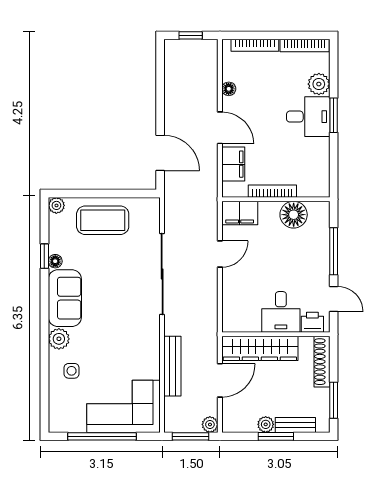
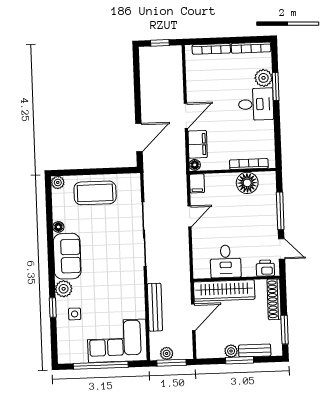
floor lamp: (229, 89) -> (195, 165), moved
window: (334, 115) -> (276, 86), moved
door: (220, 128) -> (186, 116), hinge flipped
door: (160, 153) -> (139, 137), hinge flipped
bookcase: (272, 191) -> (249, 164), moved
filing cabinet: (240, 213) -> (197, 183), width x0.50
window: (44, 256) -> (53, 307), moved
desk: (281, 312) -> (226, 261), moved
plant: (210, 424) -> (167, 353), moved

